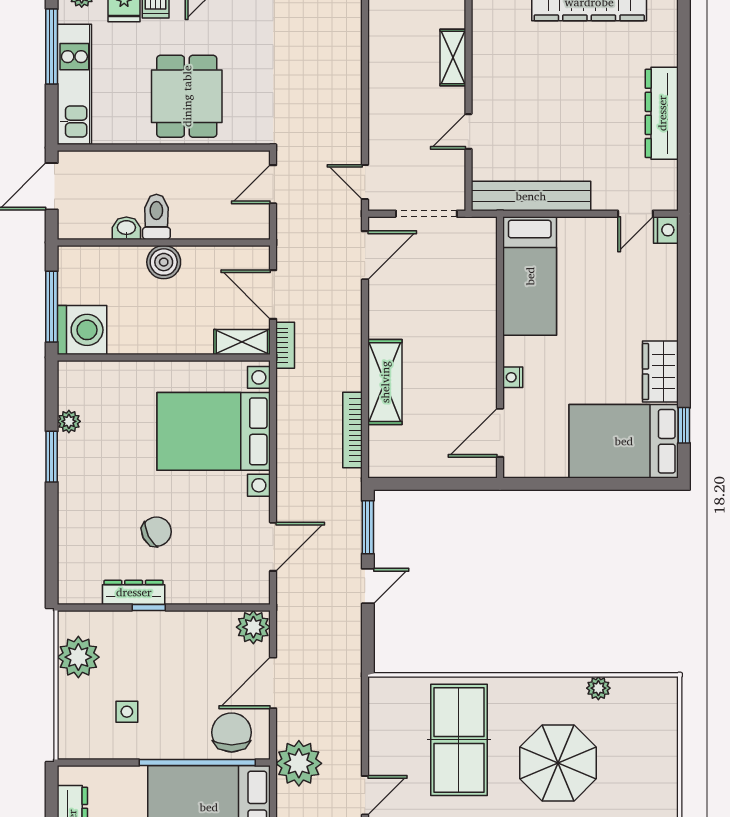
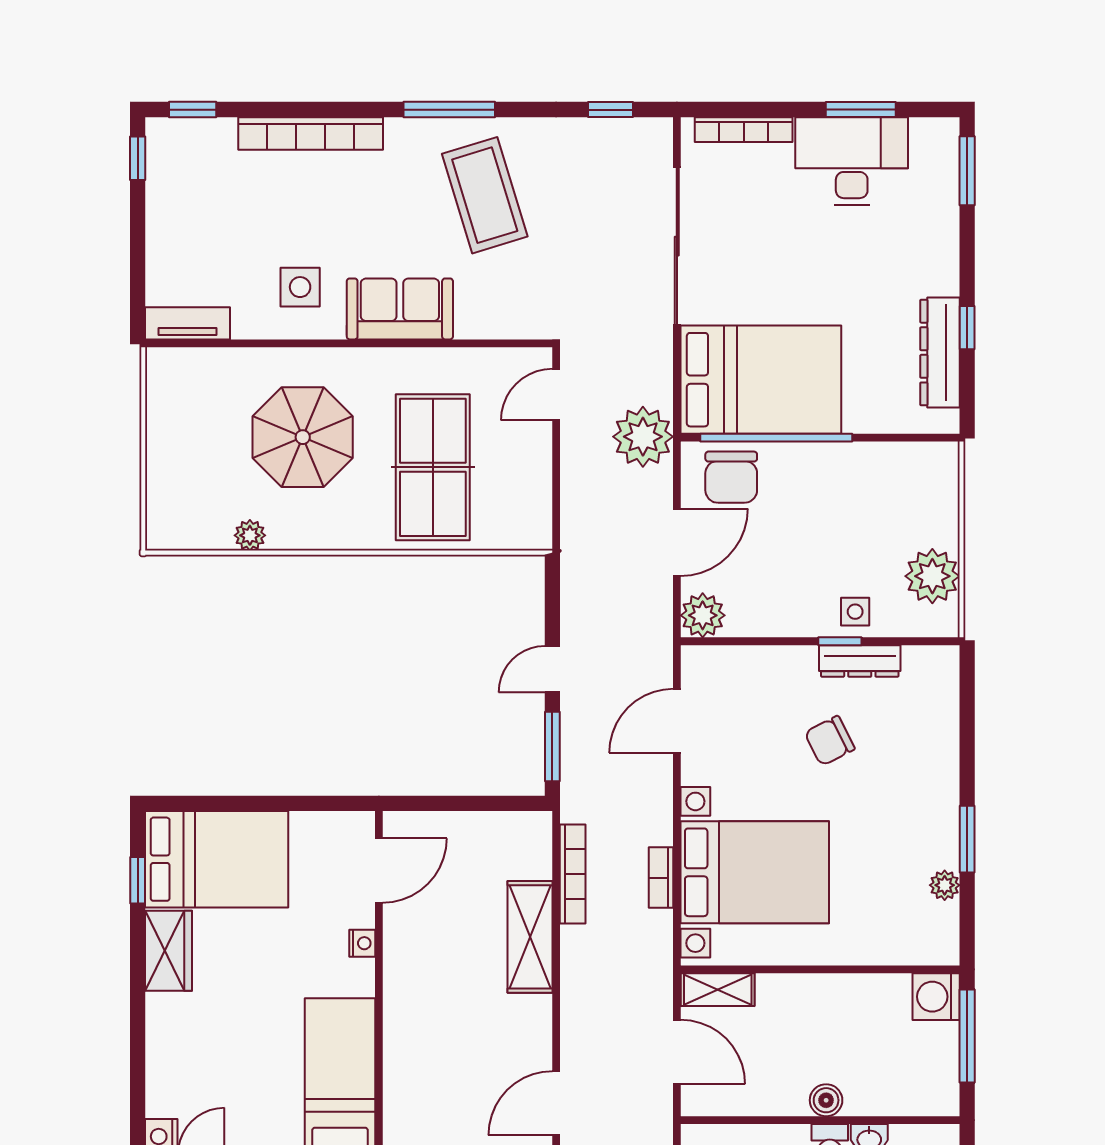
boiler: (164, 262) -> (826, 1100), width x0.73, depth x0.73
washing machine: (82, 330) -> (936, 997), width x0.73, depth x0.73
bookcase: (285, 345) -> (661, 878), moved
side table: (127, 712) -> (855, 612), moved

